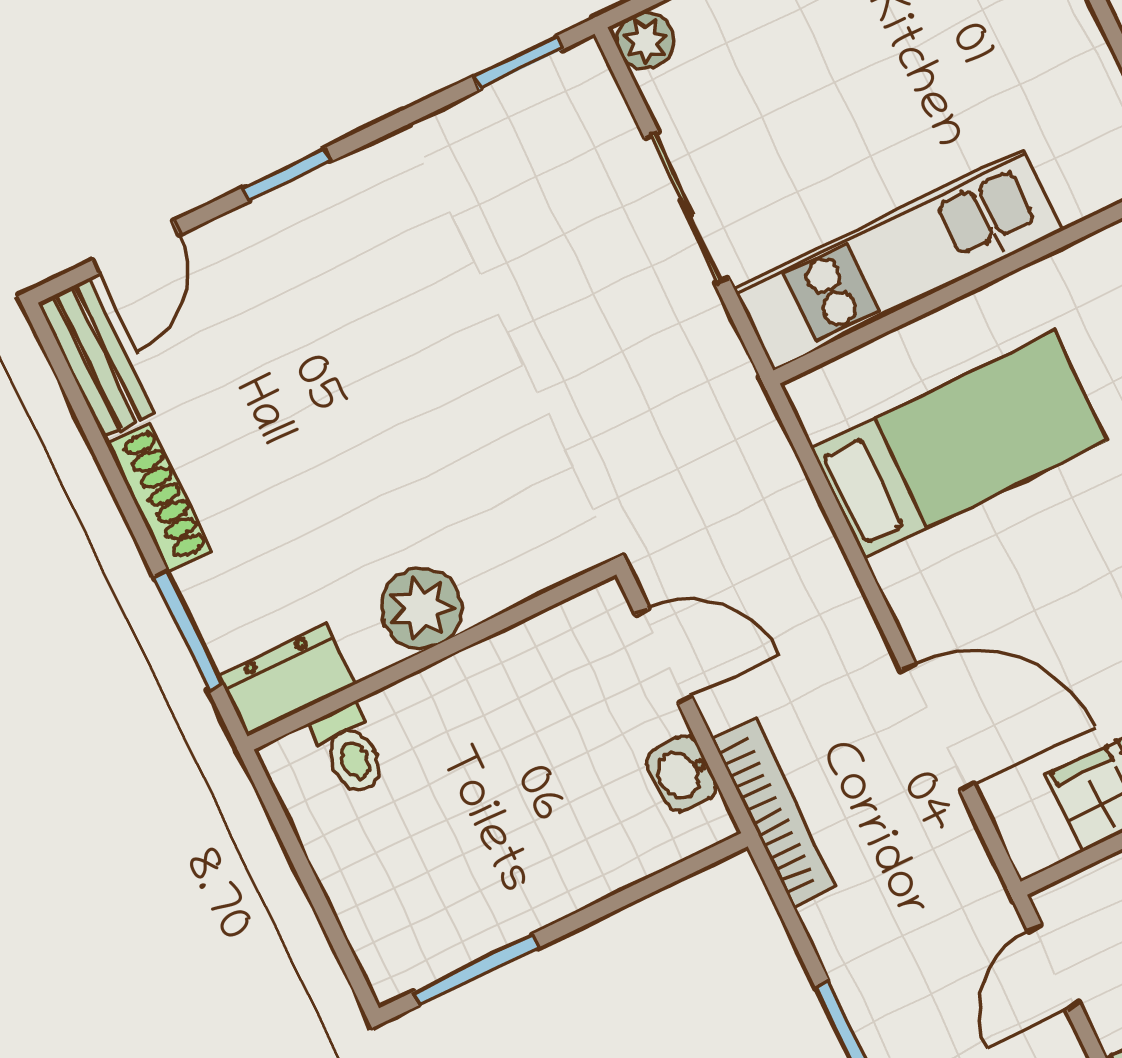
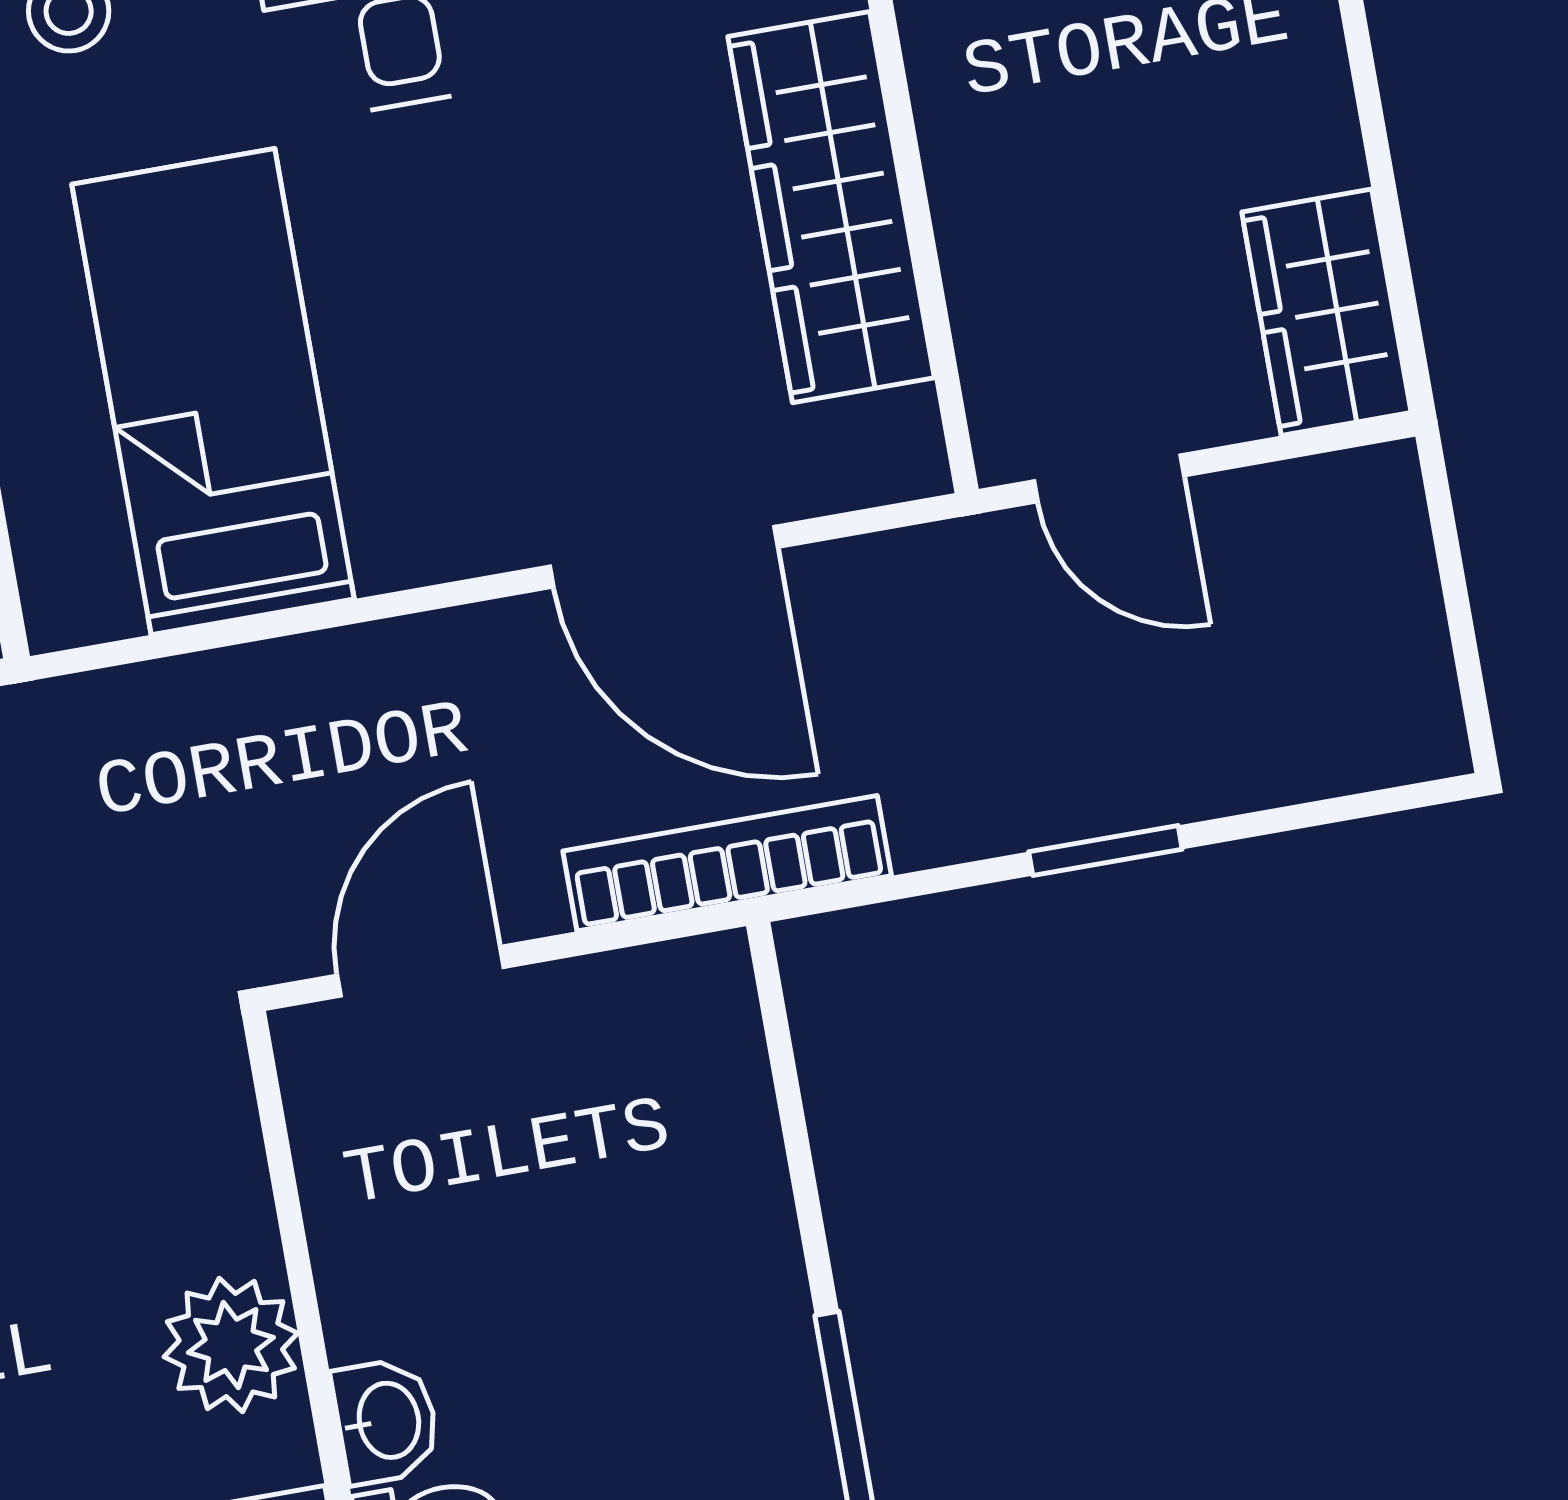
door: (938, 727) -> (664, 557), swing flipped
washbasin: (681, 773) -> (386, 1421), moved, turned -90

